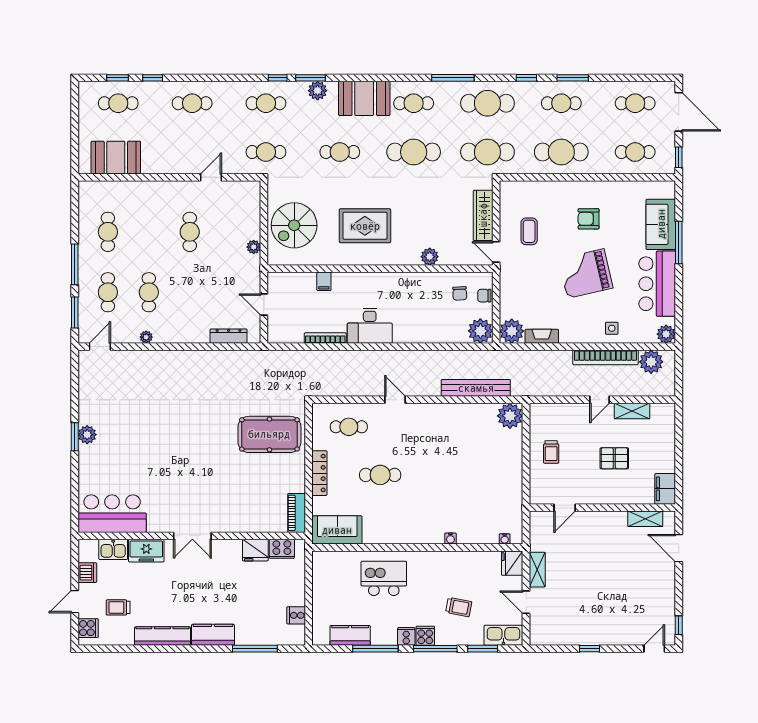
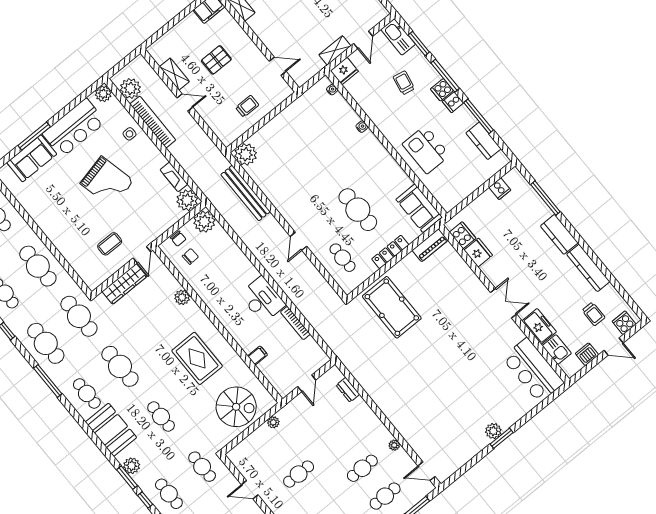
armchair: (589, 219) -> (68, 210), removed
dresser: (229, 336) -> (348, 390), width x0.70
pallet: (614, 458) -> (216, 60), turned 90
cafe table: (380, 475) -> (358, 210), width x1.37, depth x1.35

